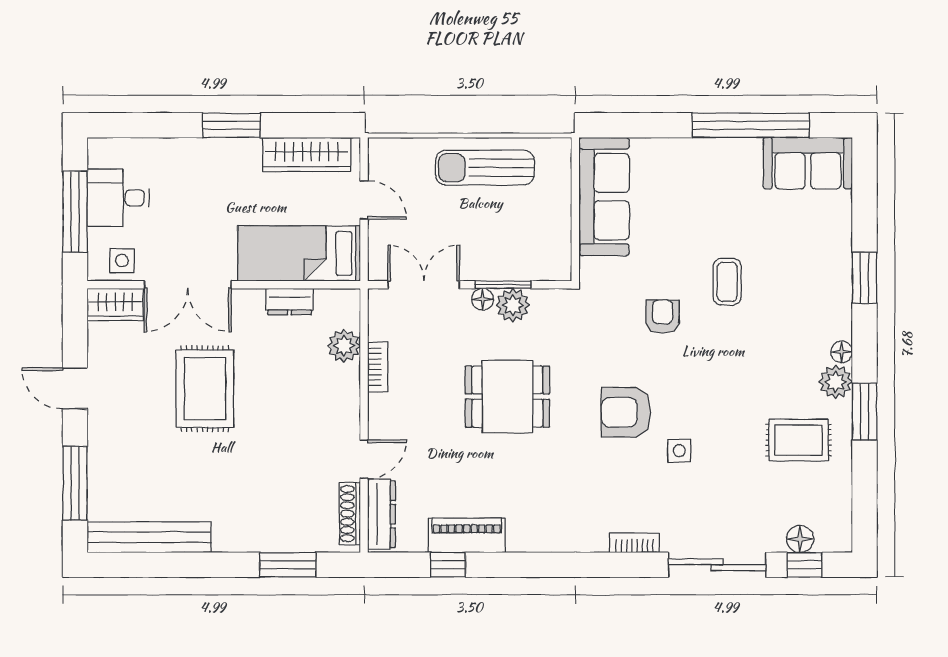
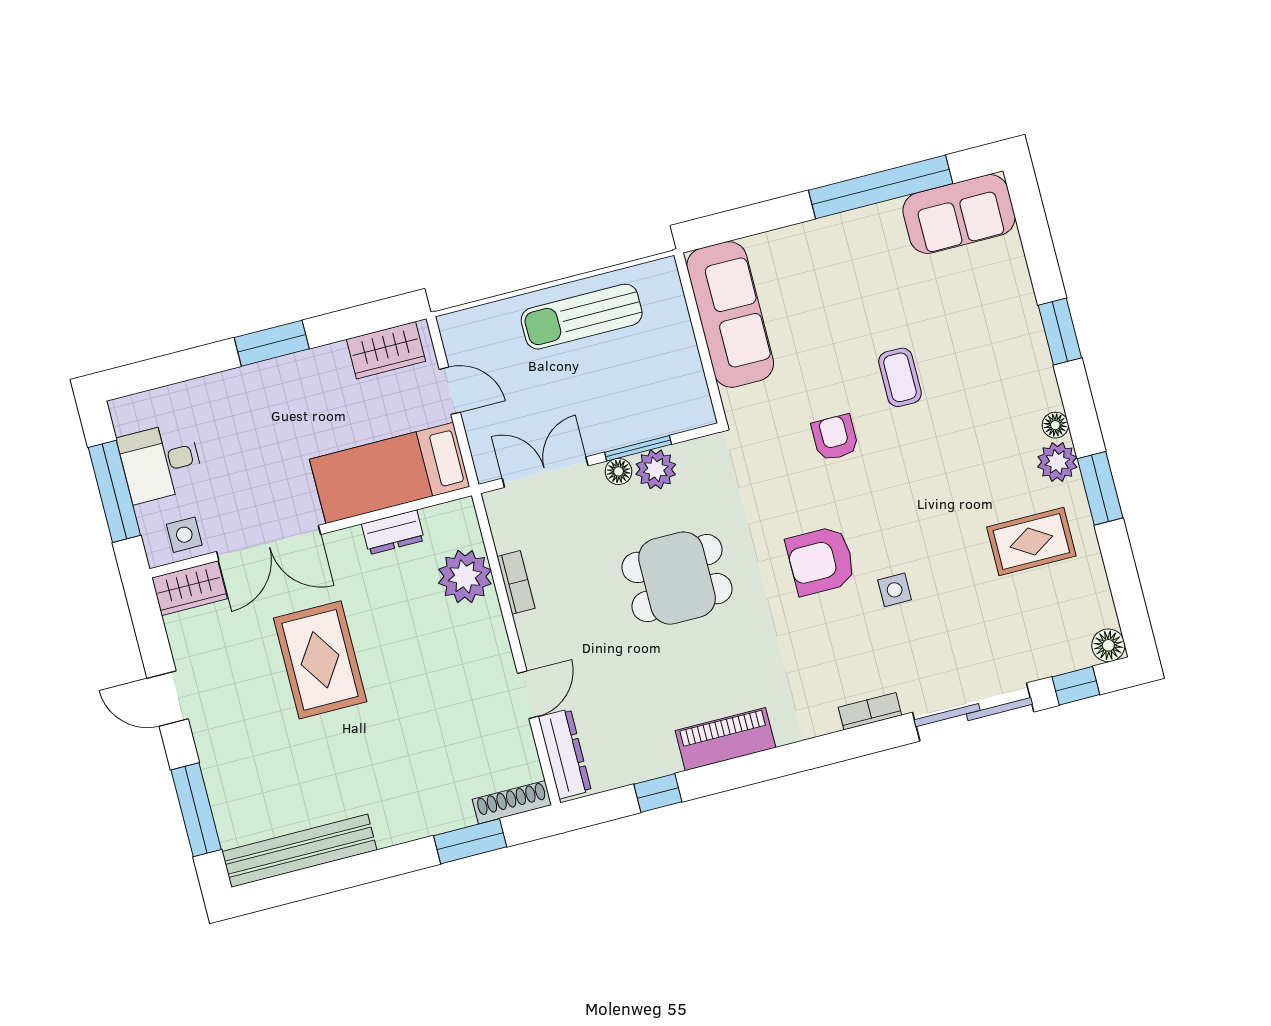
wardrobe: (307, 154) -> (386, 350), width x0.67
plant: (344, 346) -> (465, 577), width x1.36, depth x1.36
shoe rack: (350, 514) -> (512, 802), moved, turned 90
piano: (467, 535) -> (725, 739), moved
floor lamp: (800, 539) -> (1108, 645), moved

